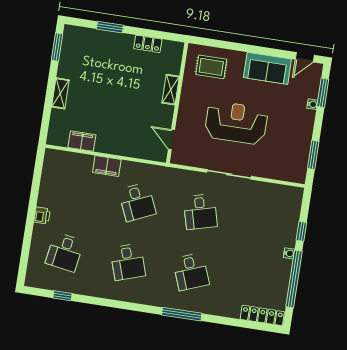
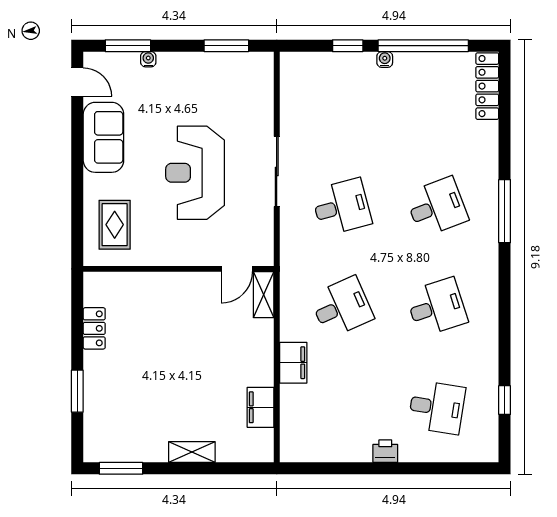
shelving: (171, 90) -> (264, 295), moved, turned 90

